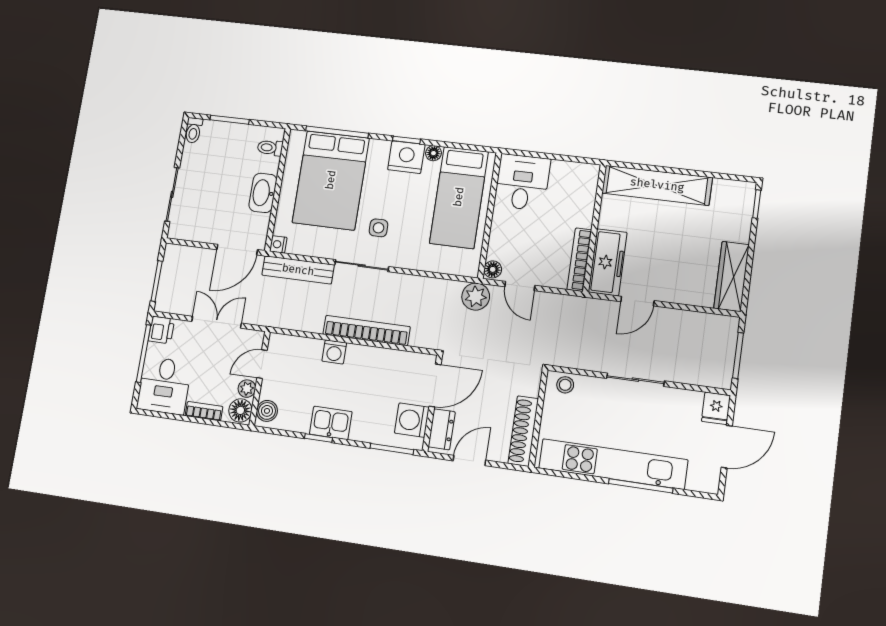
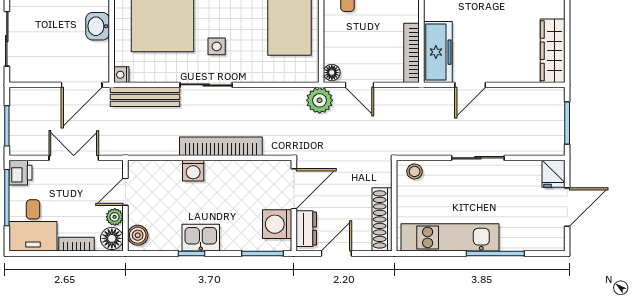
washbasin: (263, 193) -> (98, 26), width x0.72
kitchen unit: (613, 464) -> (450, 237), width x0.73

